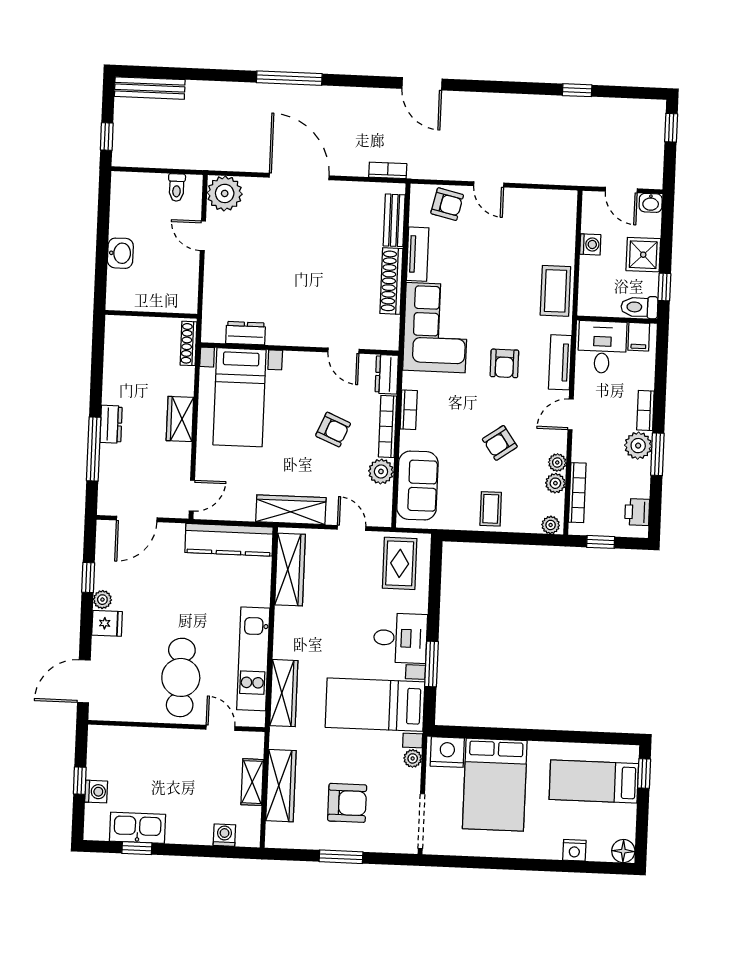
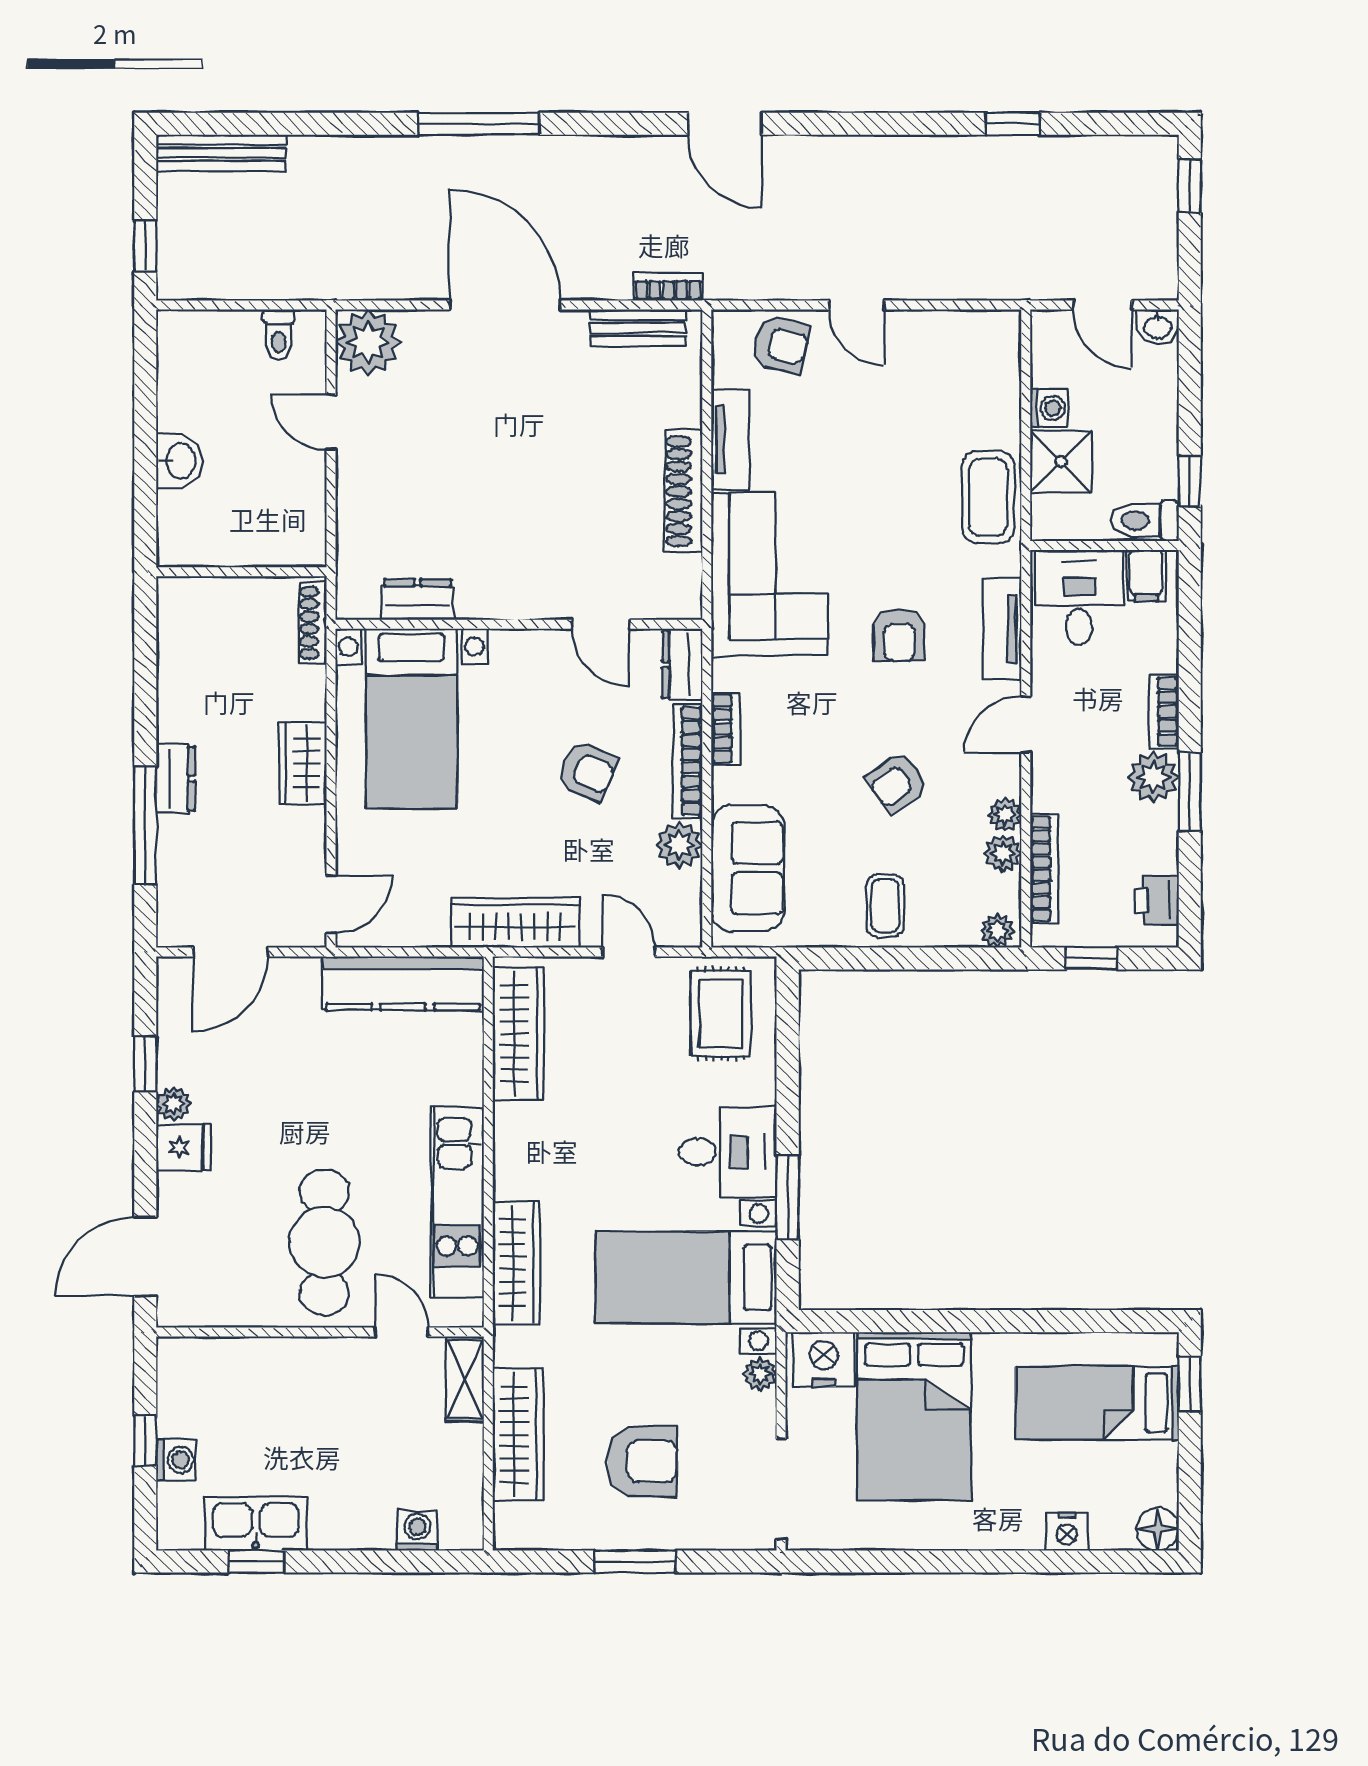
bench: (394, 220) -> (638, 328), moved, turned 90
shower: (643, 255) -> (1061, 461), moved
shelving: (252, 782) -> (465, 1379), moved

